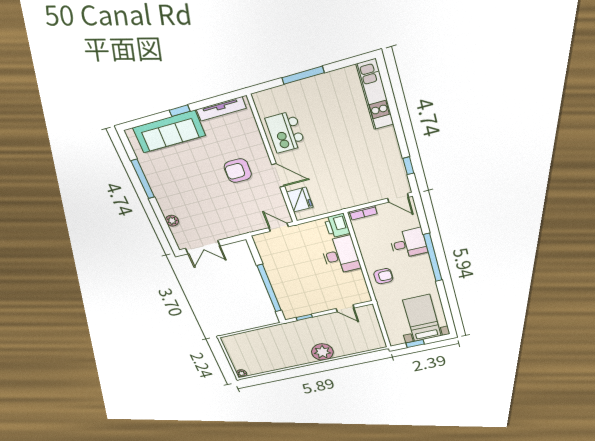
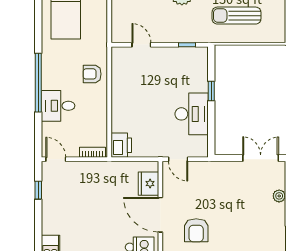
armchair: (238, 171) -> (196, 230), turned 90
door: (278, 175) -> (160, 215), width x1.36
desk: (341, 255) -> (192, 114), moved, turned 180
window: (269, 288) -> (211, 91), width x0.32
sun lounger: (269, 347) -> (236, 16), added

